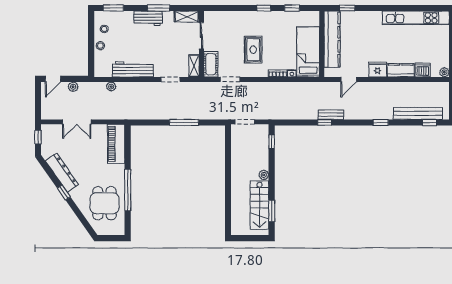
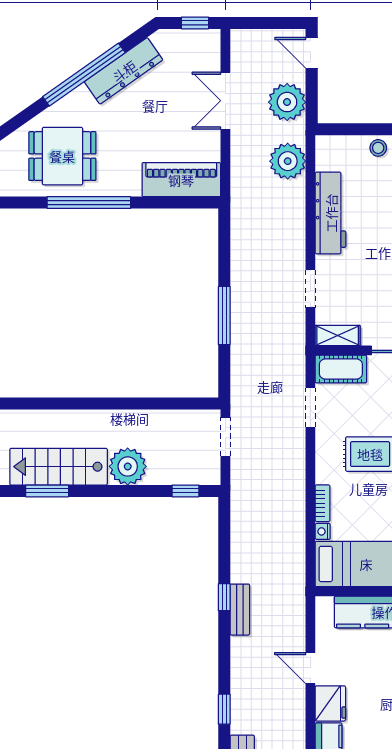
door: (349, 79) -> (310, 668), moved
plant: (73, 87) -> (287, 102), width x1.87, depth x1.87
plant: (111, 87) -> (288, 161), width x1.88, depth x1.88
plant: (264, 175) -> (128, 466), width x1.87, depth x1.87
window: (64, 192) -> (84, 75), width x3.17

